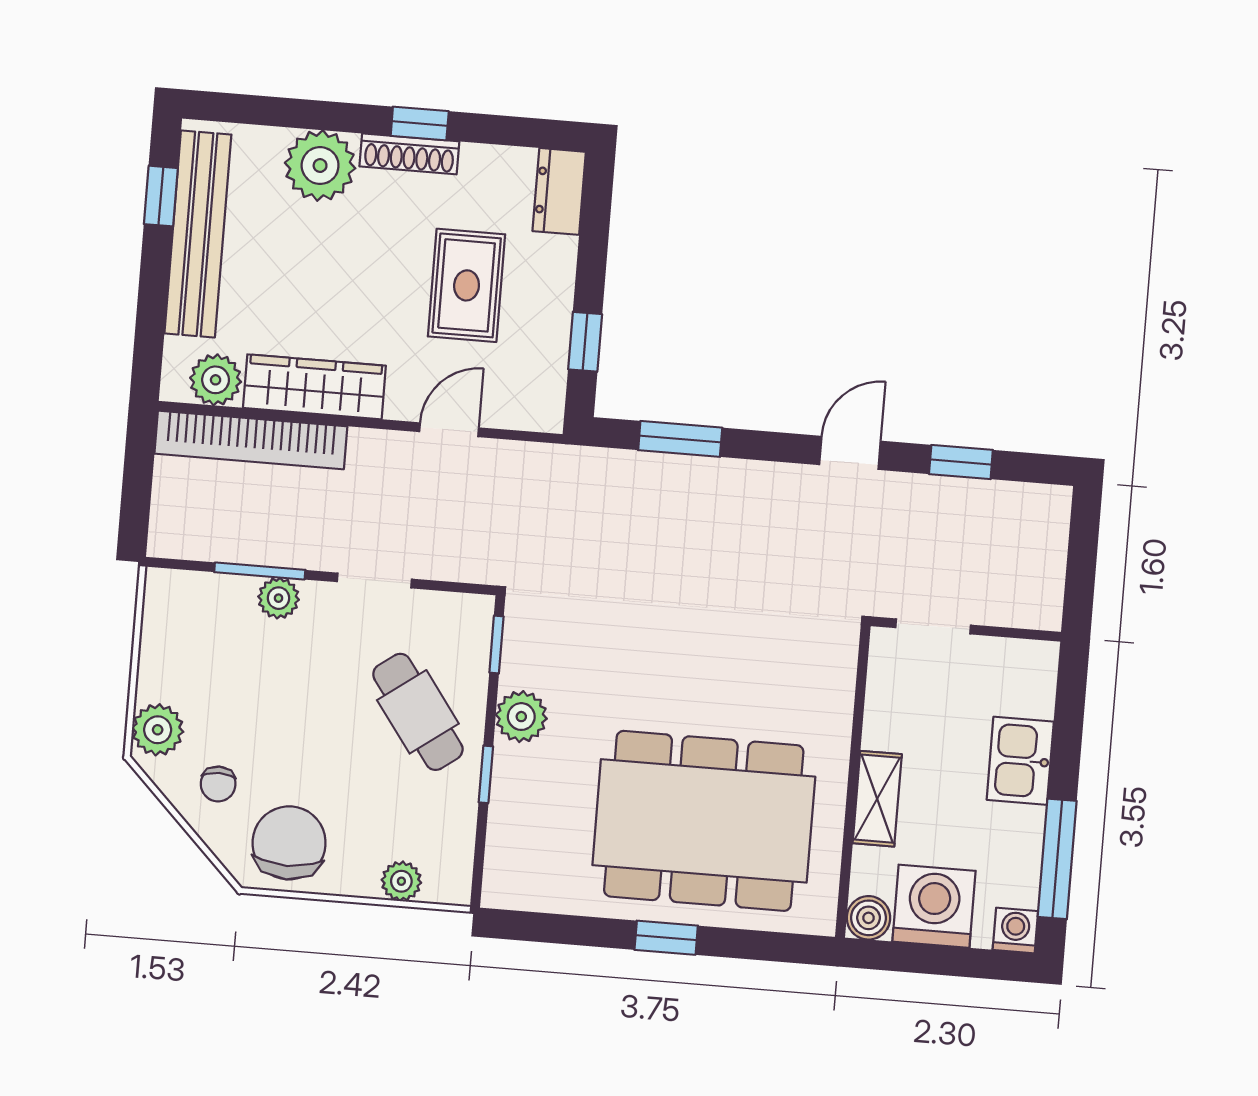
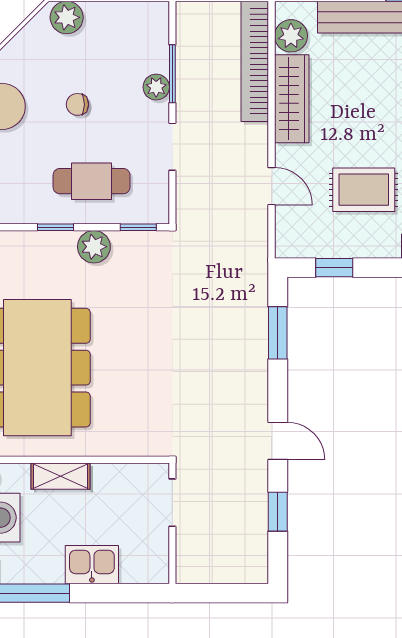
cafe table: (418, 712) -> (92, 181), turned 36
chair: (218, 784) -> (77, 104), moved

